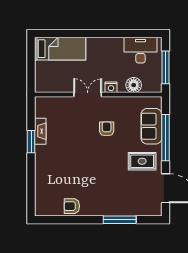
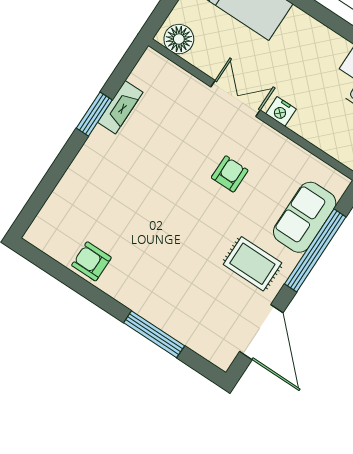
floor lamp: (134, 85) -> (179, 39), moved

